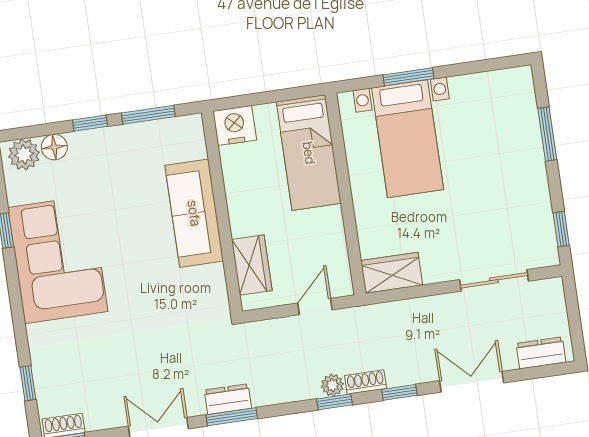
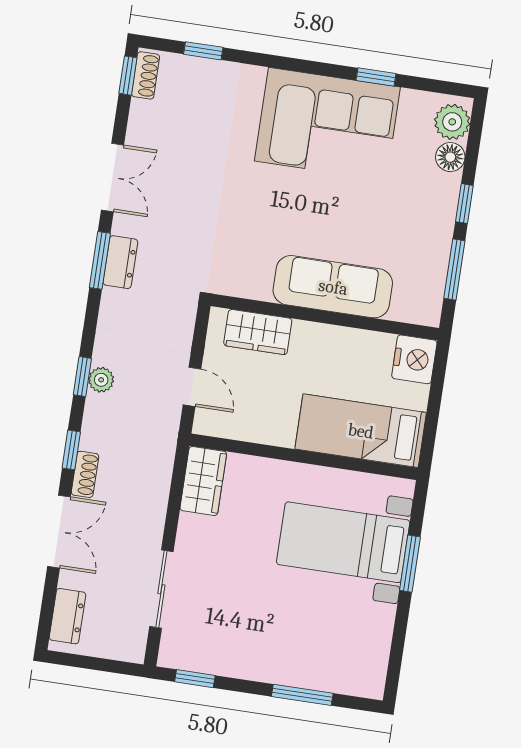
shoe rack: (366, 382) -> (85, 474), moved

